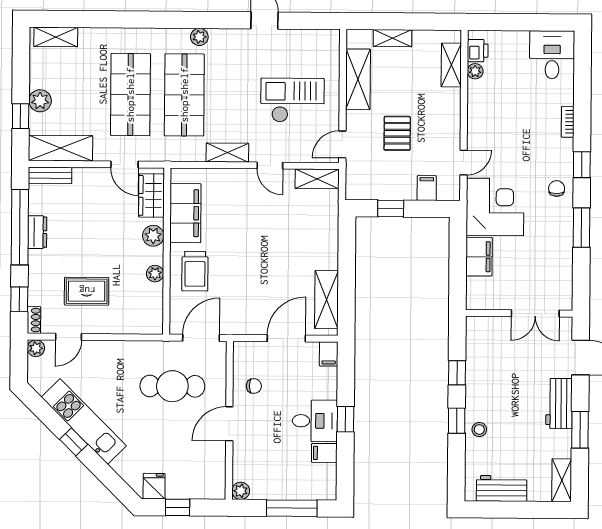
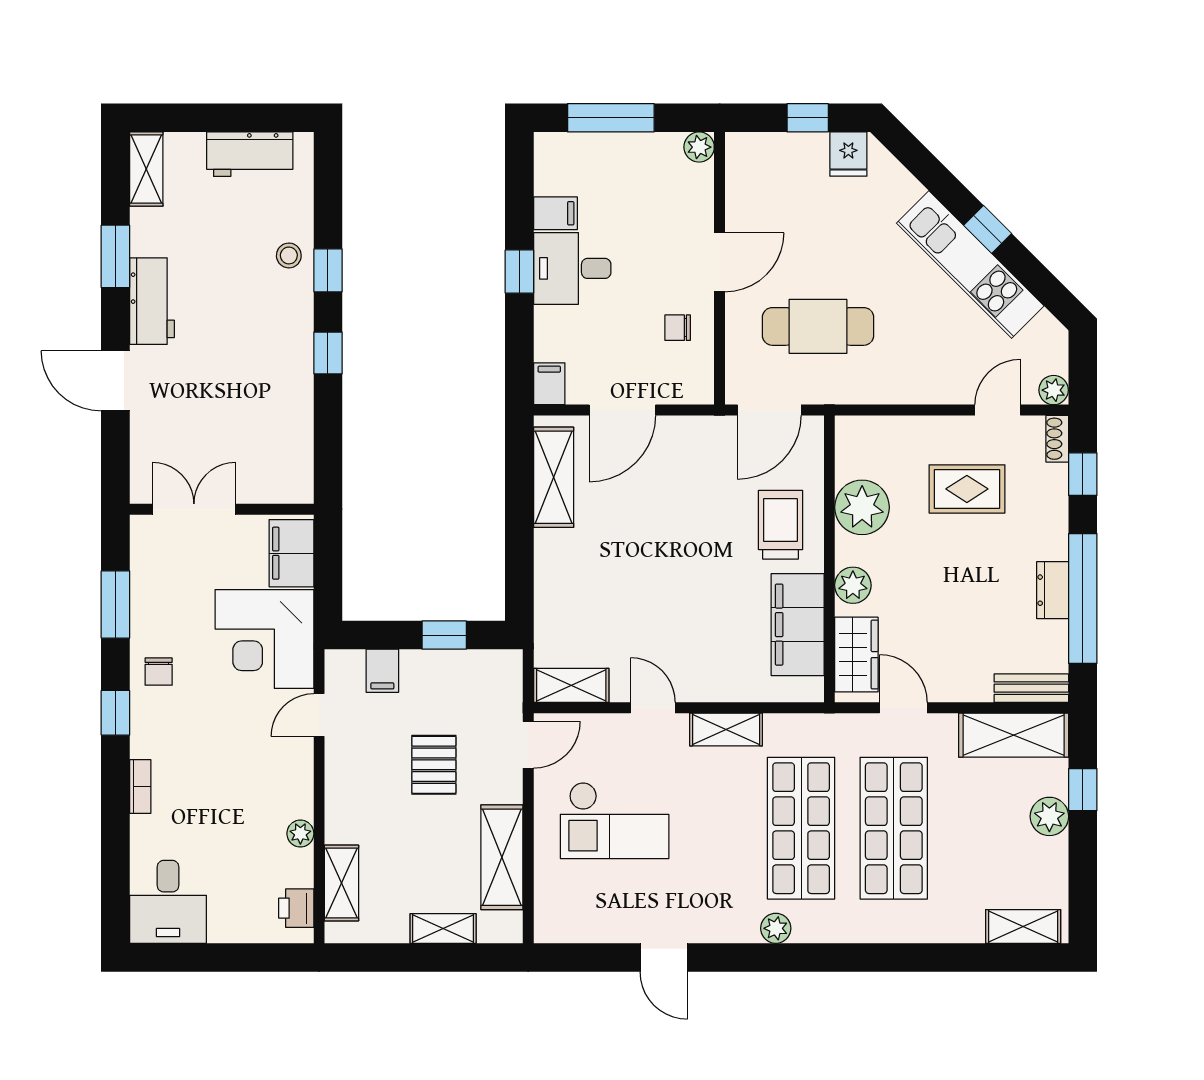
plant: (475, 71) -> (300, 834), moved
plant: (155, 274) -> (862, 507), width x1.88, depth x1.88
wall: (519, 313) -> (222, 509), moved
double door: (535, 313) -> (194, 509), moved

